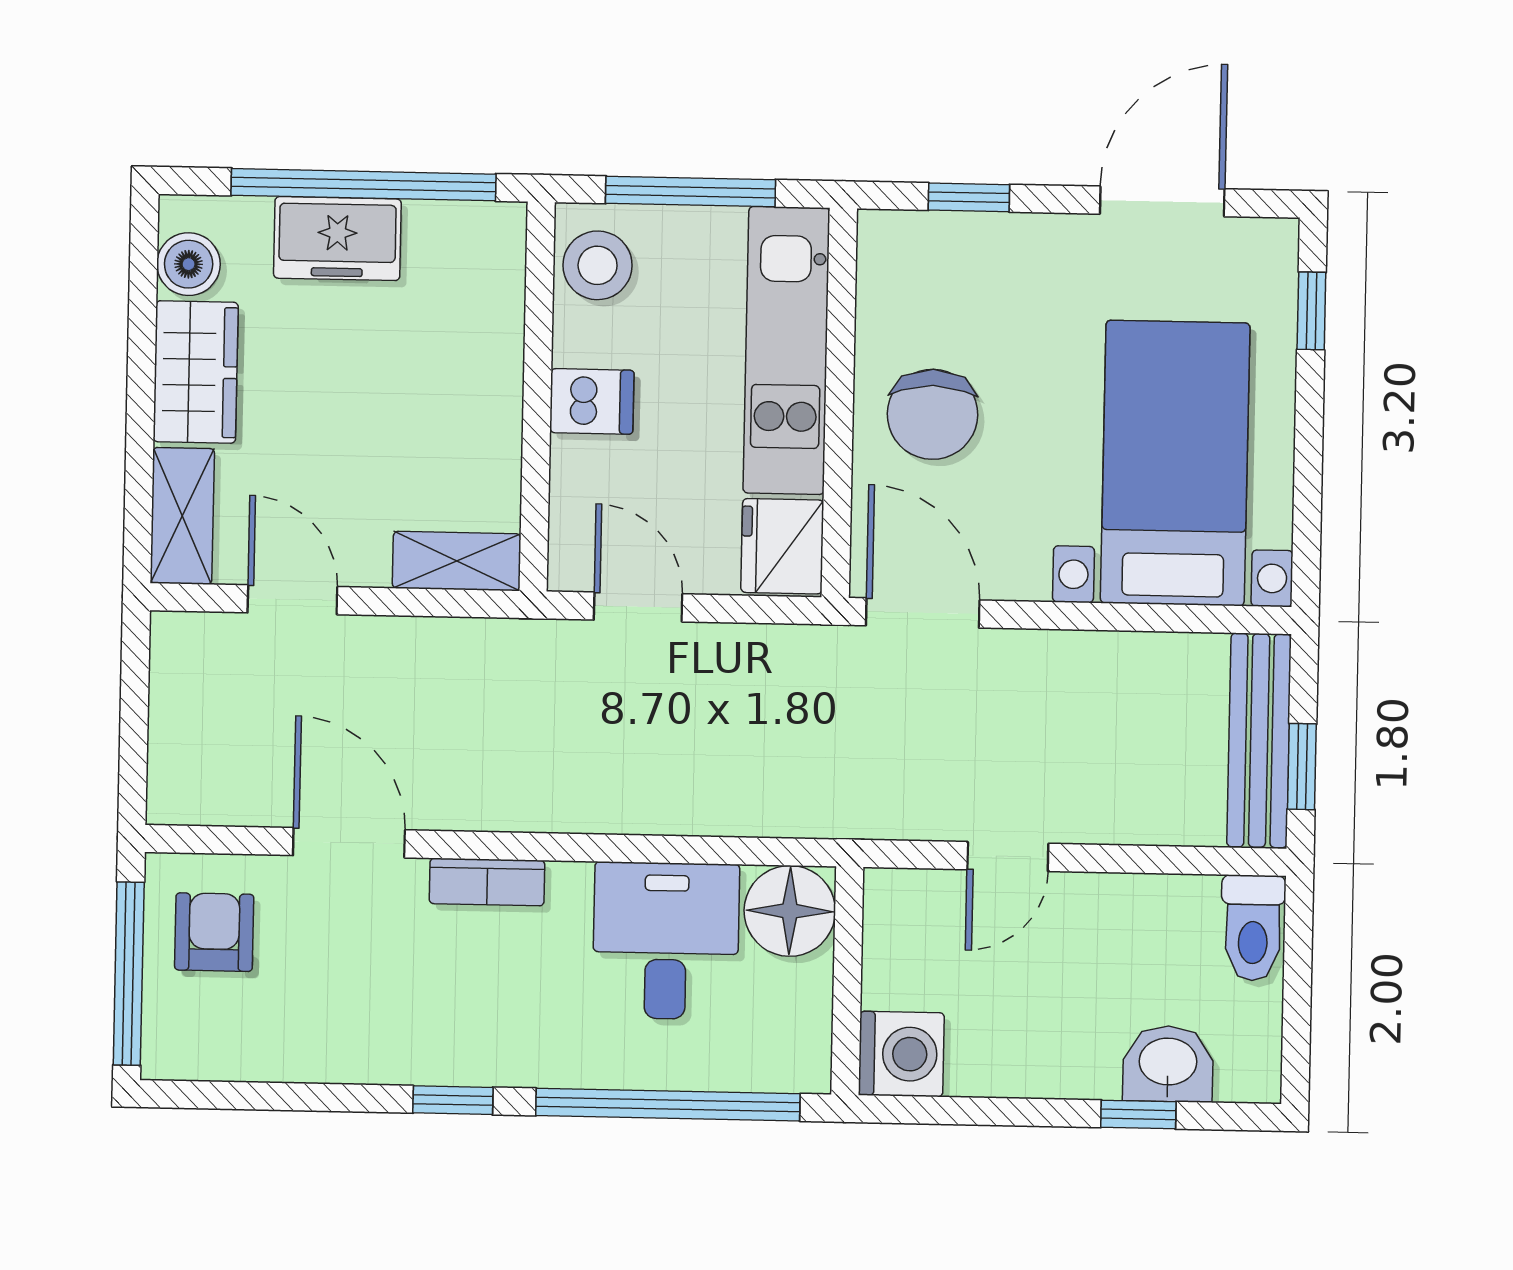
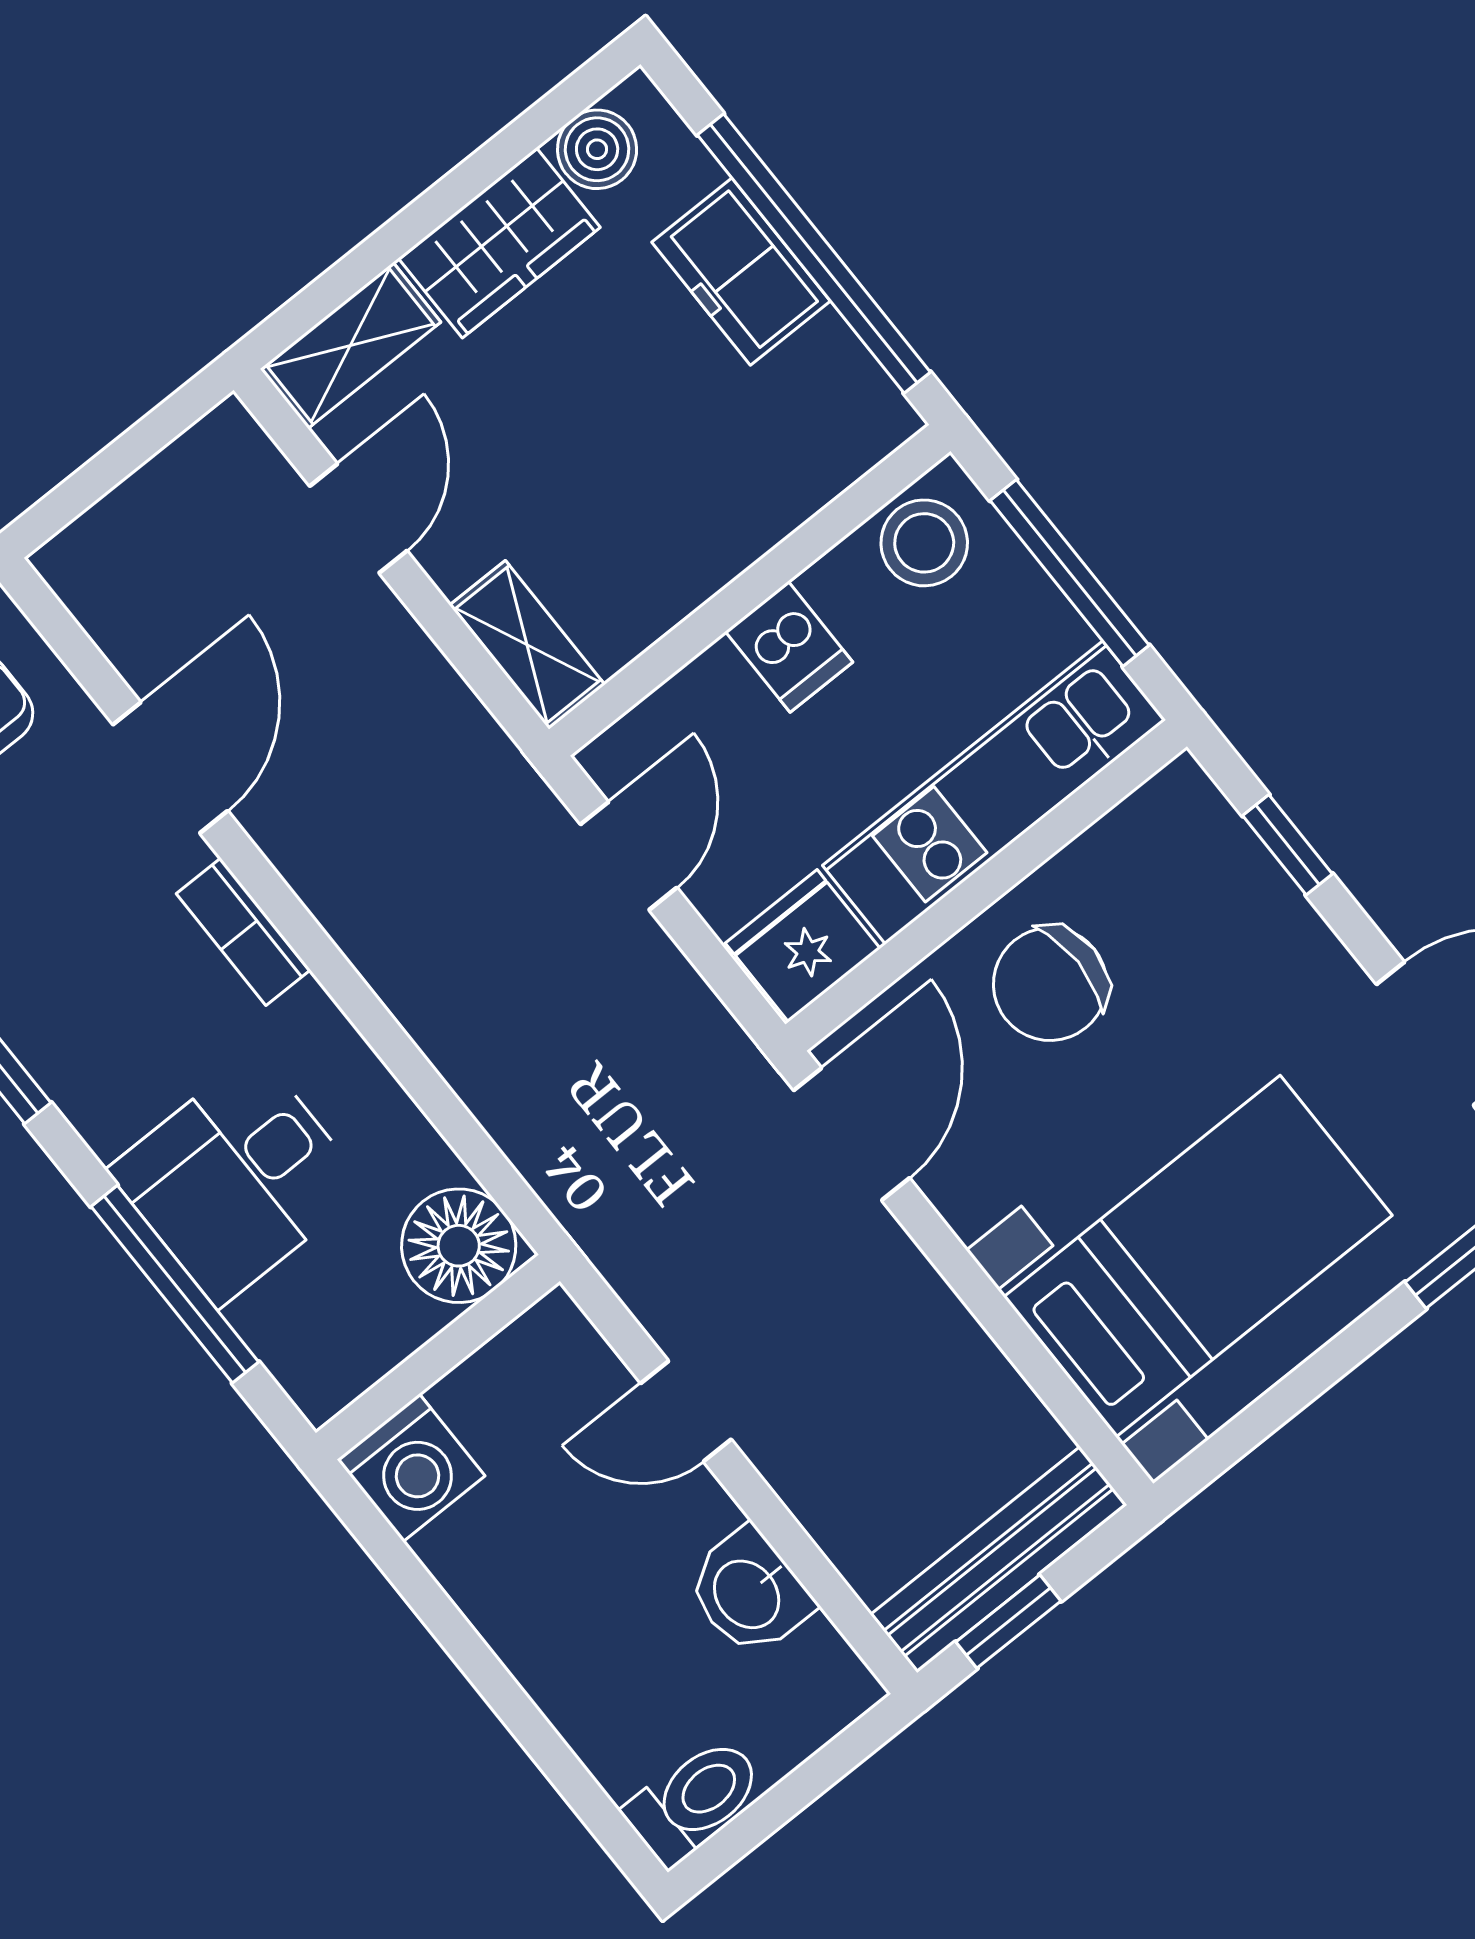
toilet: (1253, 928) -> (694, 1800), moved, turned 180
desk: (666, 941) -> (237, 1179), moved, turned 180
washbasin: (1168, 1064) -> (749, 1593), moved, turned 180
window: (668, 1105) -> (175, 1284), width x0.68
window: (1138, 1115) -> (543, 1744), removed

